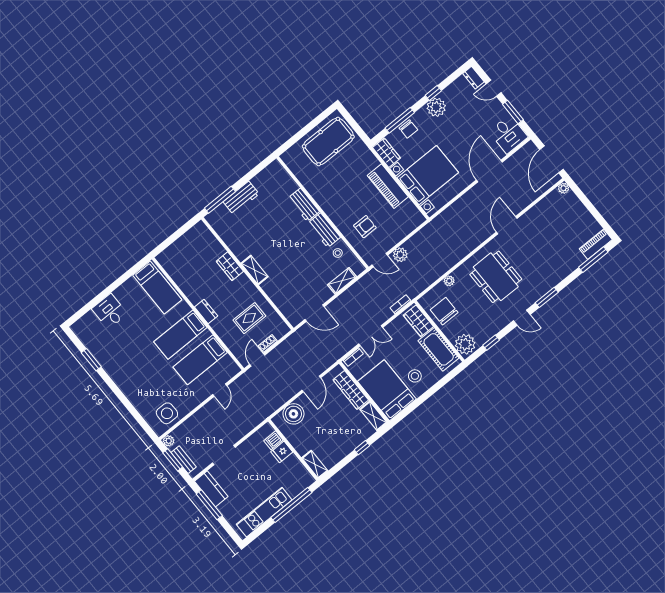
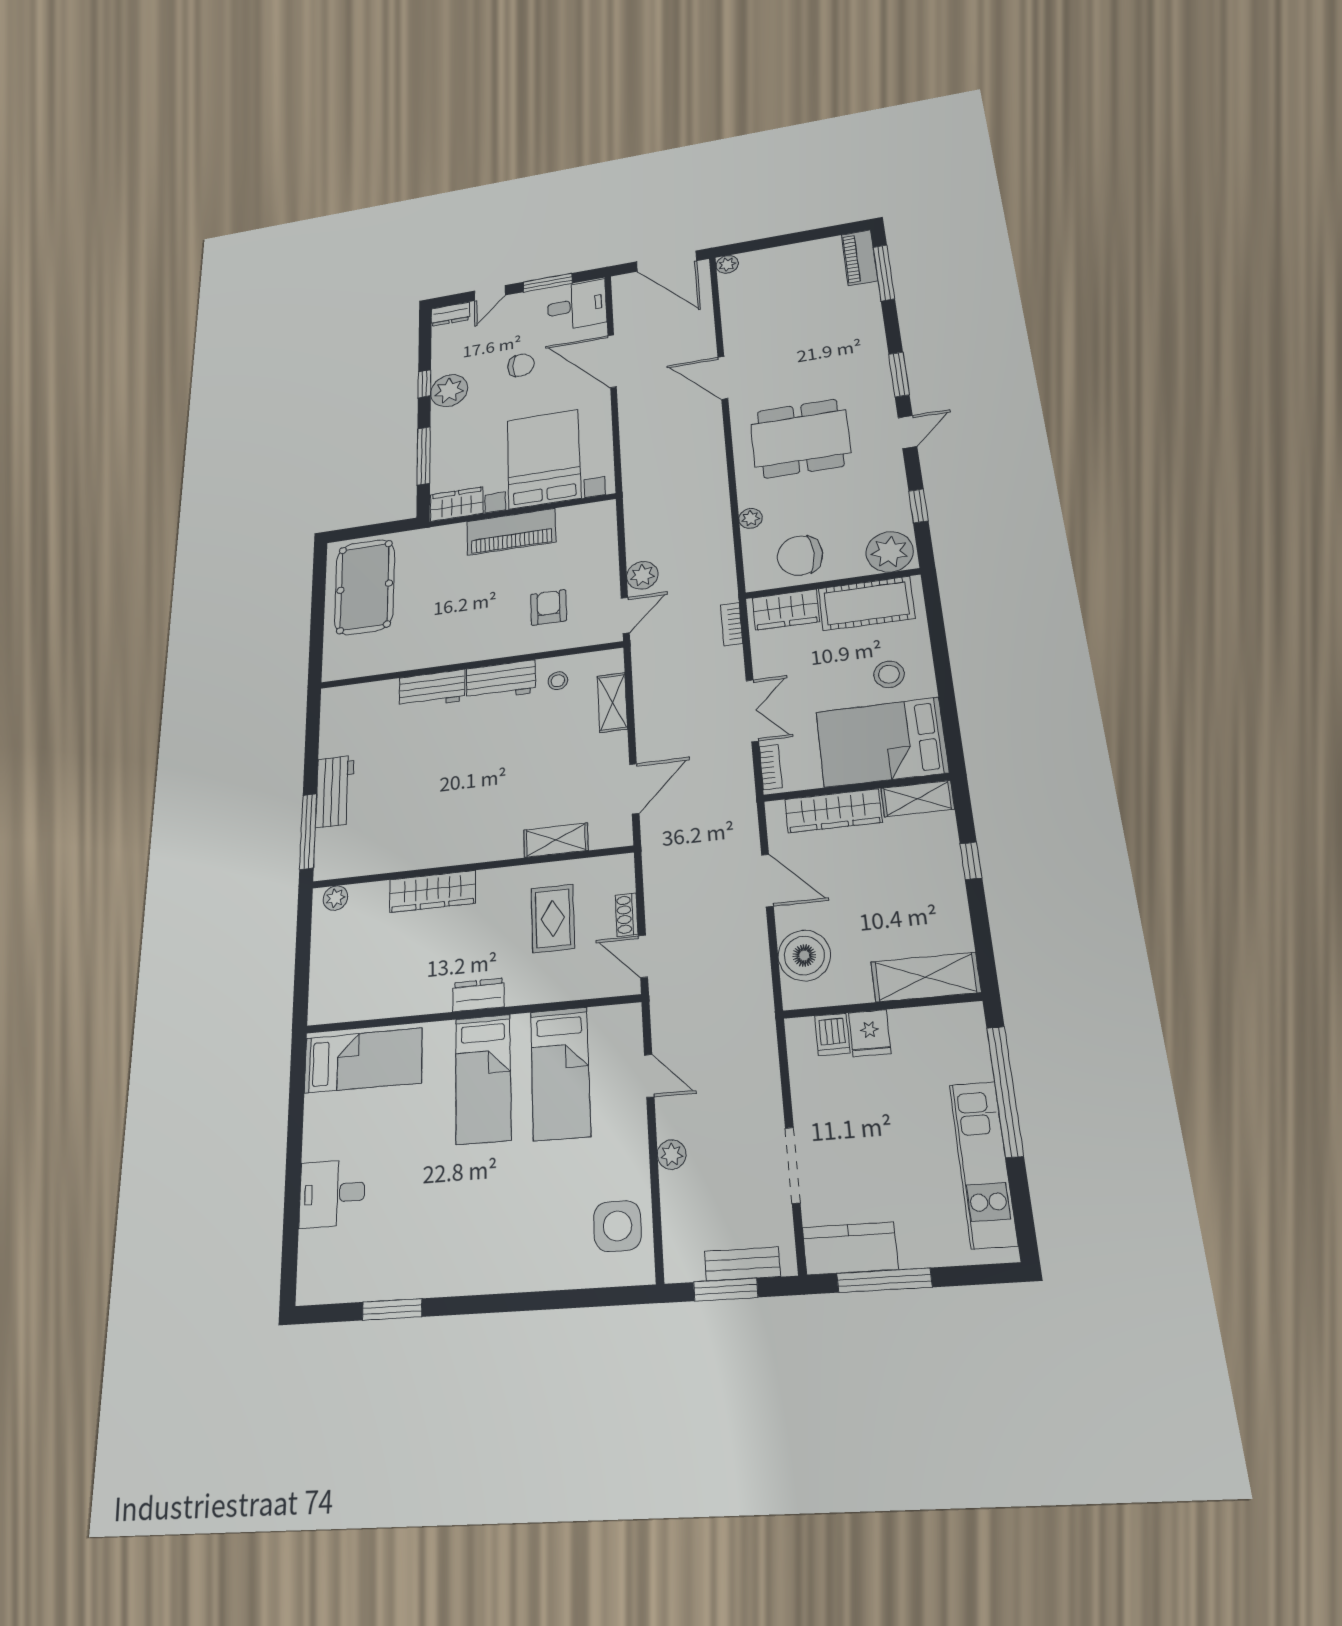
chair: (408, 129) -> (521, 365), moved
plant: (204, 231) -> (335, 898), added
wardrobe: (230, 266) -> (432, 891), width x1.50
shelving: (255, 270) -> (556, 840), moved
plant: (169, 441) -> (672, 1155), moved
shelving: (315, 464) -> (926, 977), width x1.50, depth x1.33

